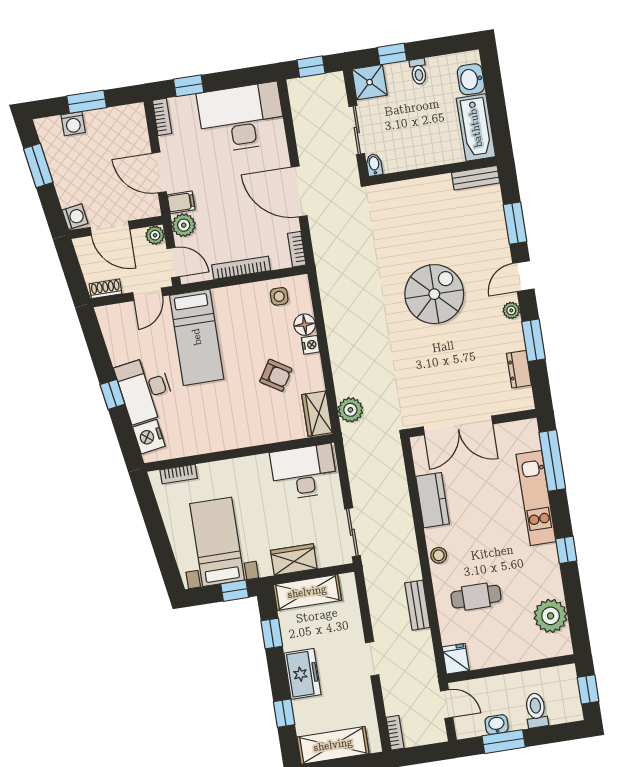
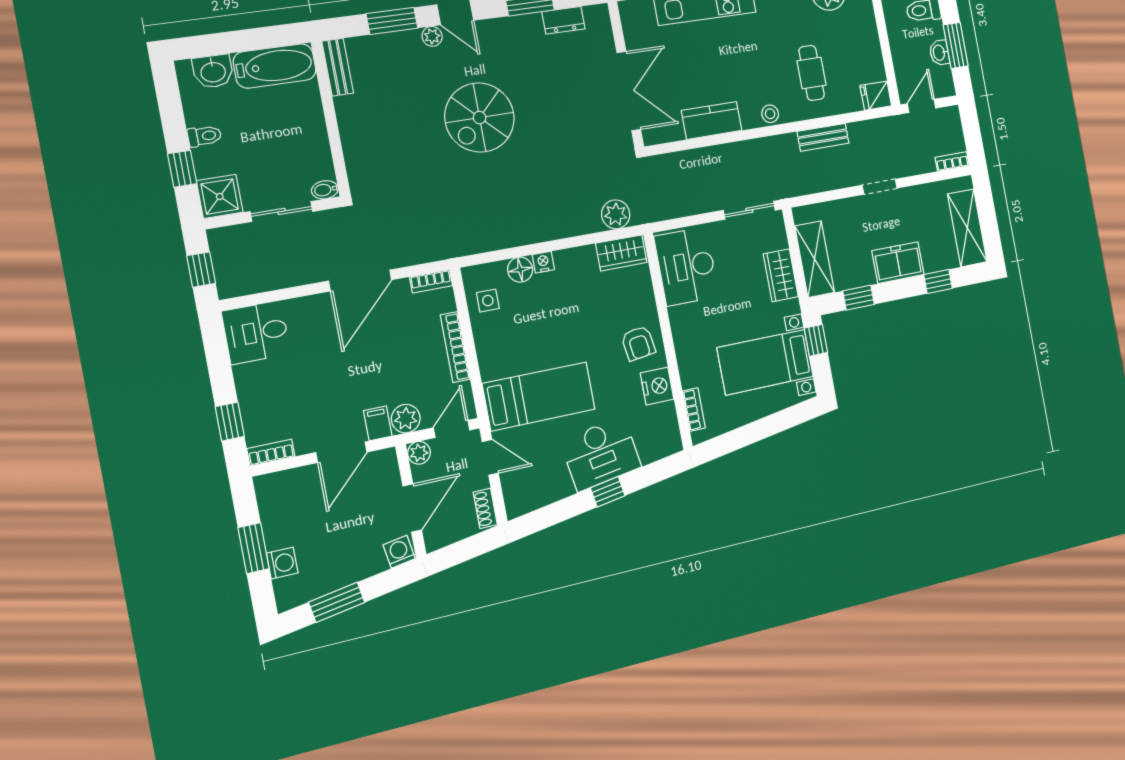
desk: (241, 118) -> (256, 332), width x0.53, depth x0.77
spiral stairs: (434, 294) -> (480, 118), turned -90
plant: (511, 310) -> (432, 36), moved
armchair: (276, 375) -> (638, 343), moved, turned 140
nightstand: (149, 437) -> (657, 386), moved, turned -81

